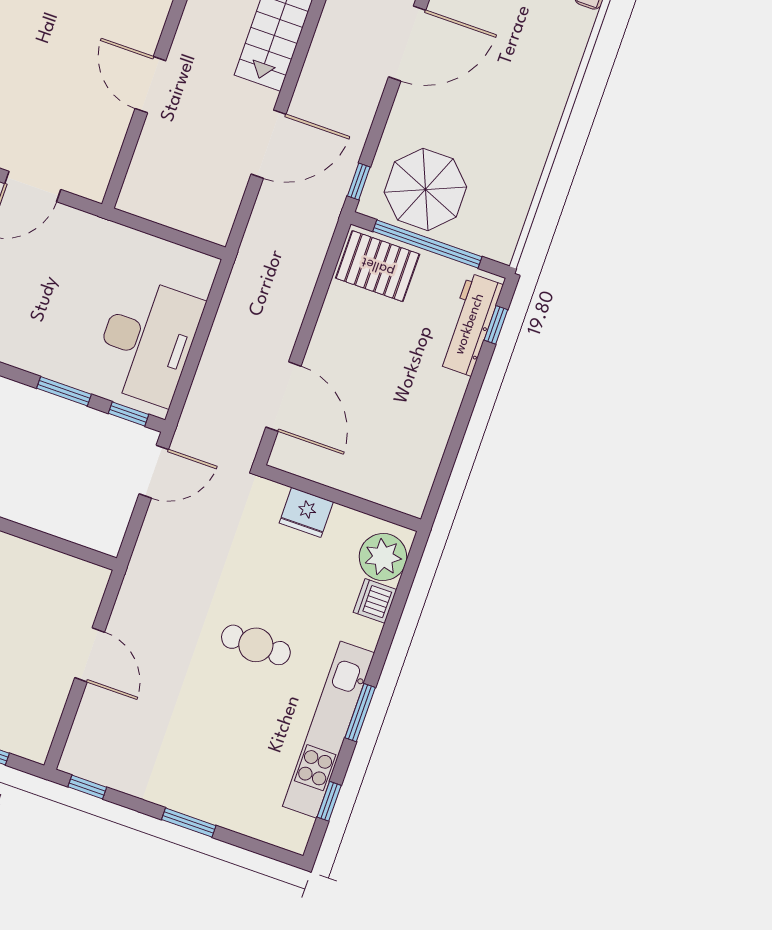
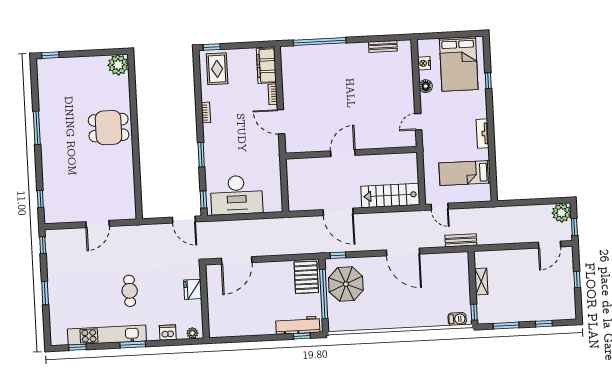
window: (64, 391) -> (201, 155), moved
plant: (383, 557) -> (192, 333), width x0.53, depth x0.53
window: (360, 713) -> (133, 344), moved

